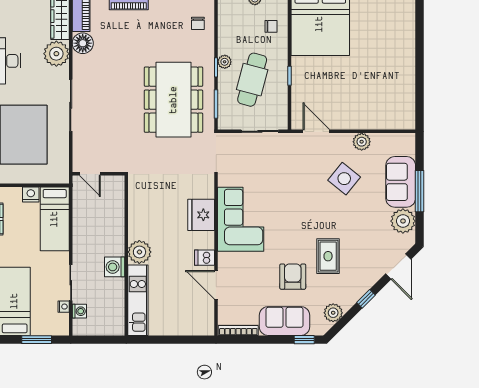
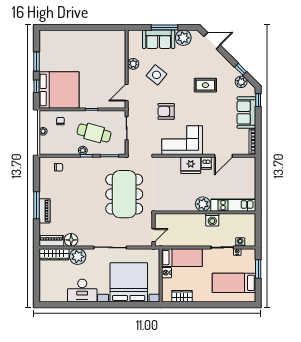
dining table: (174, 100) -> (124, 194), moved, turned 90
fridge: (201, 215) -> (191, 165), moved
armchair: (293, 277) -> (166, 111), moved
window: (366, 299) -> (241, 69), moved

